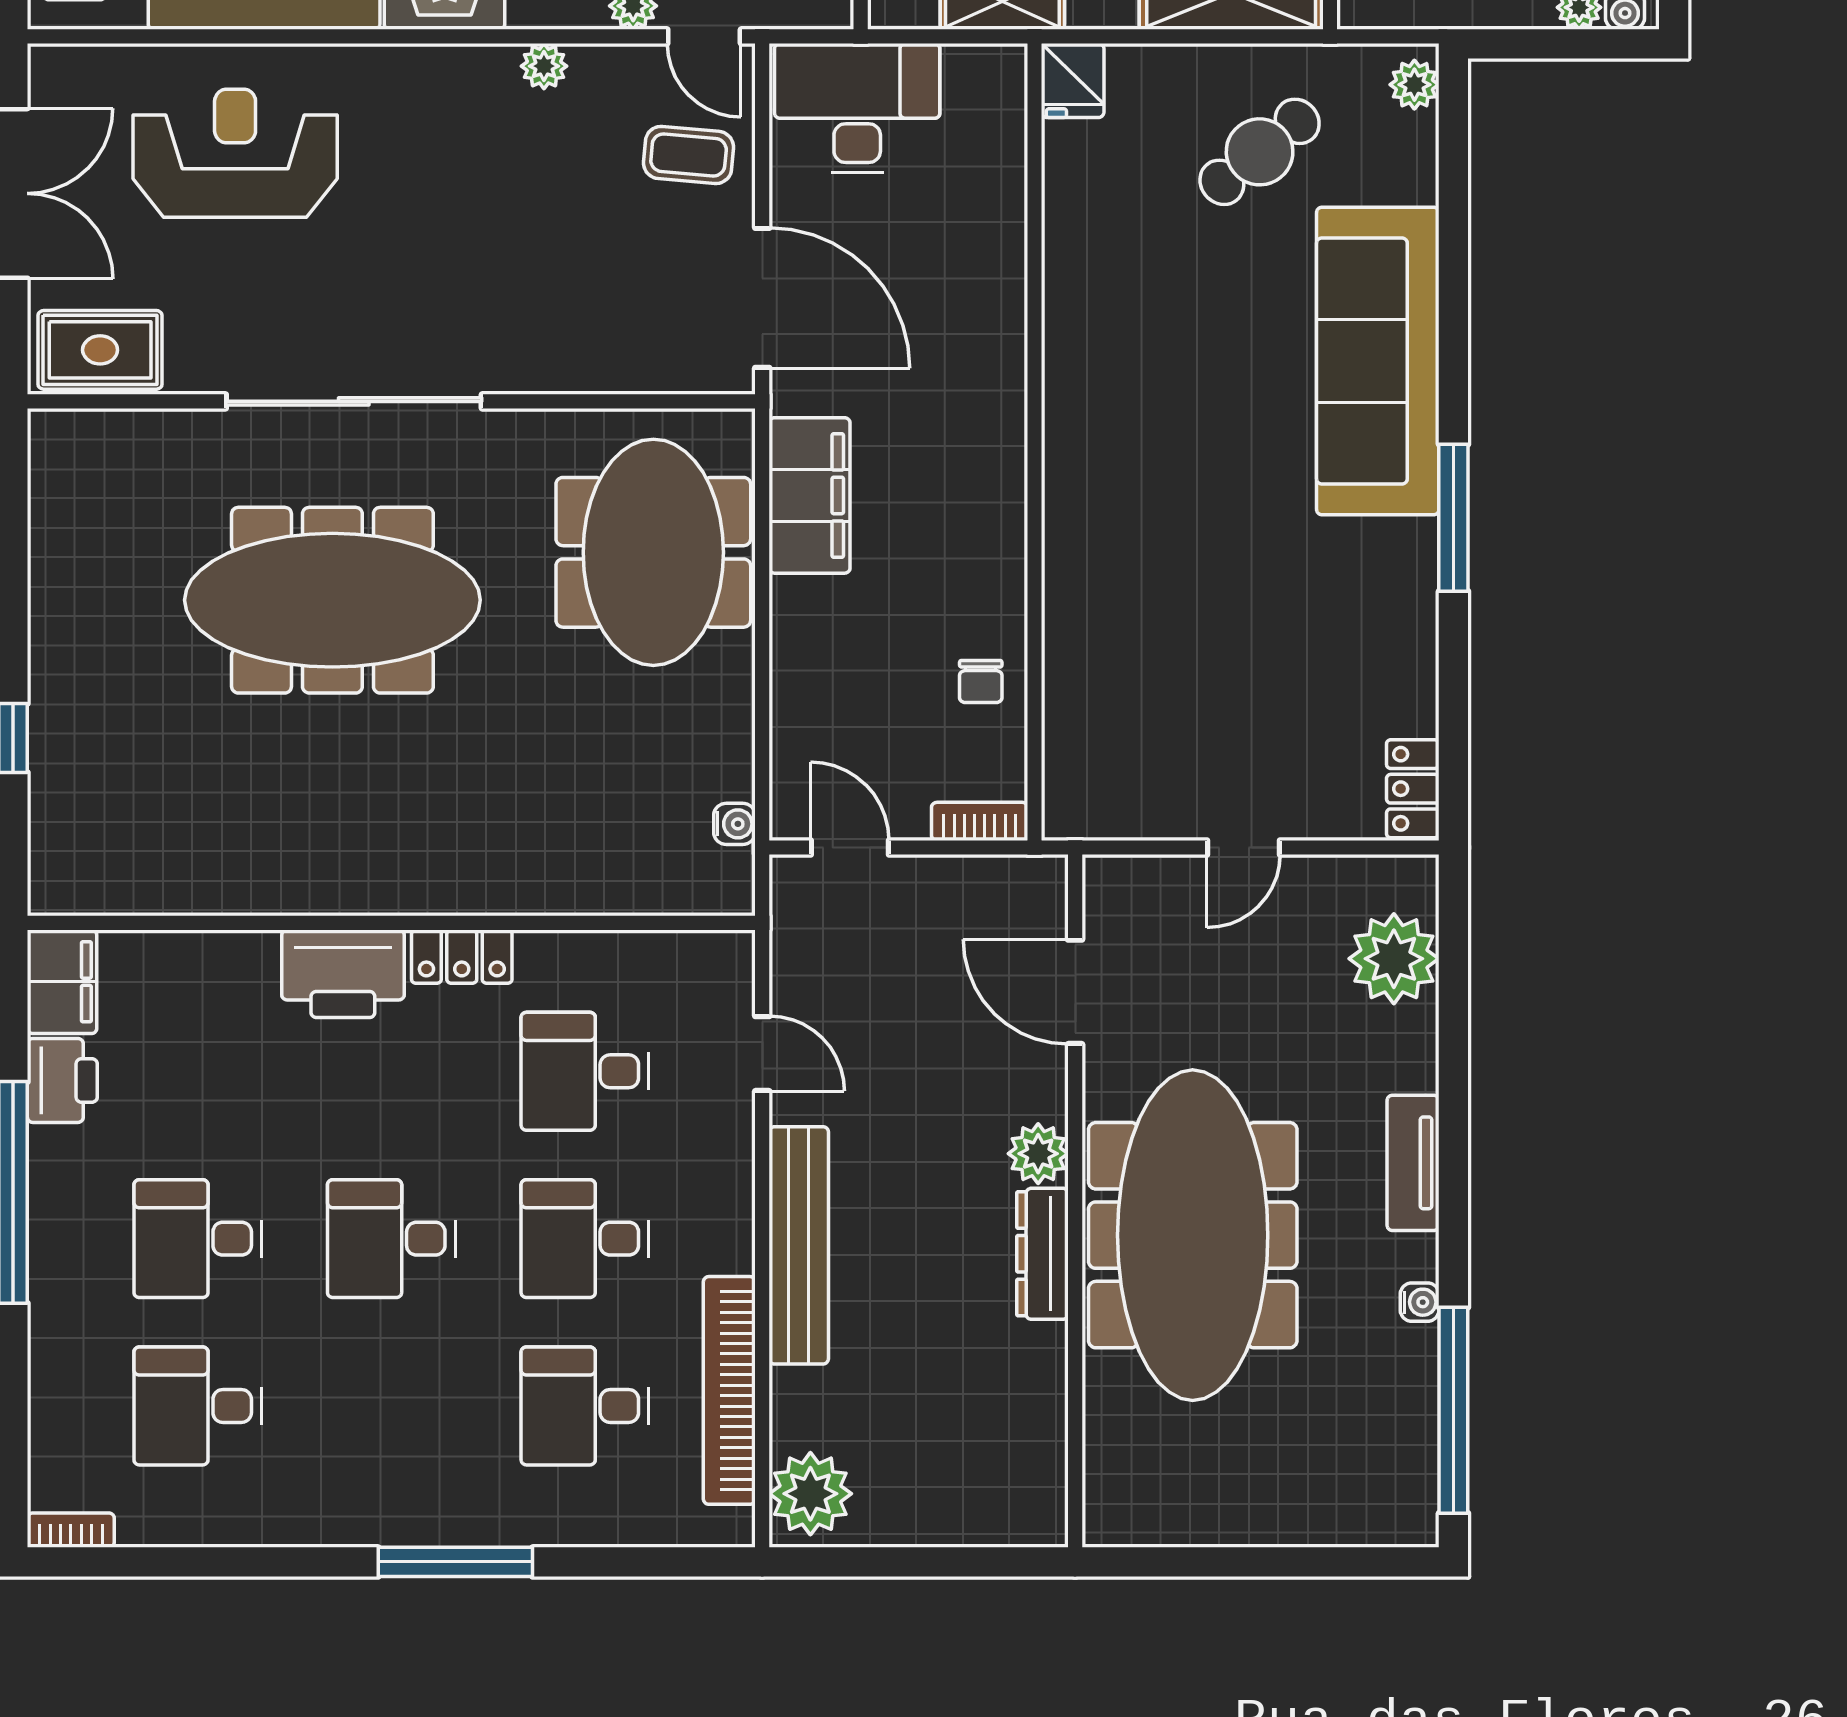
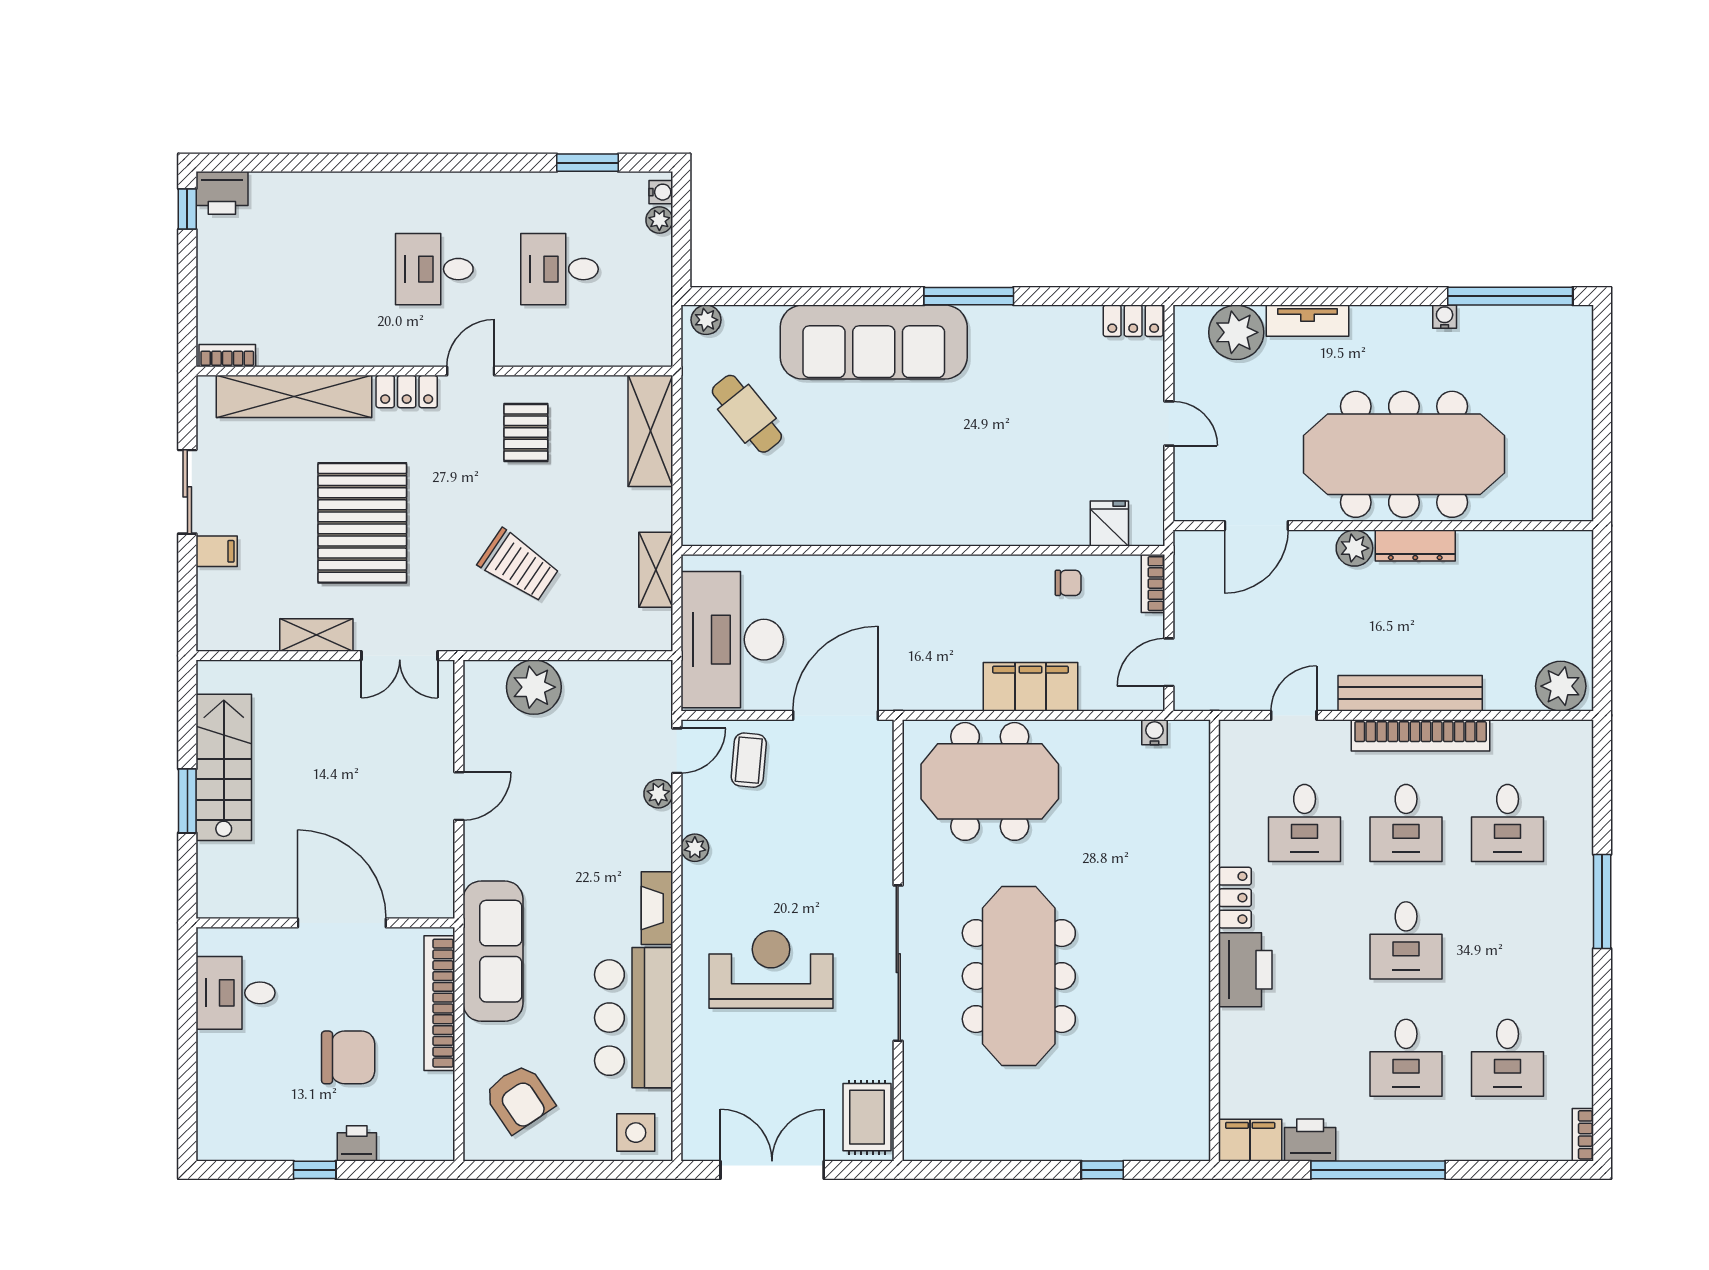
fridge: (1073, 80) -> (1109, 524), moved, turned -90
desk: (857, 108) -> (732, 640), width x1.36, depth x1.30
reception desk: (235, 153) -> (771, 970), moved, turned 90
filing cabinet: (809, 495) -> (1030, 687), moved
tv unit: (1413, 1163) -> (1307, 321), moved
bookcase: (729, 1390) -> (1421, 735), moved

